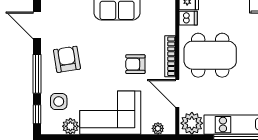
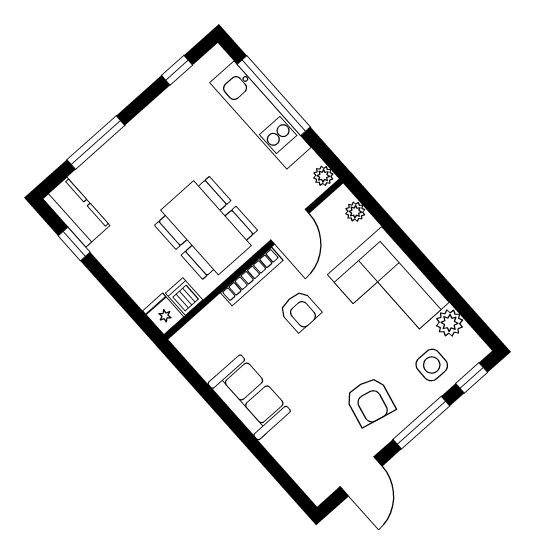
armchair: (67, 59) -> (370, 401), turned -68
plant: (192, 123) -> (323, 176), width x0.53, depth x0.53

